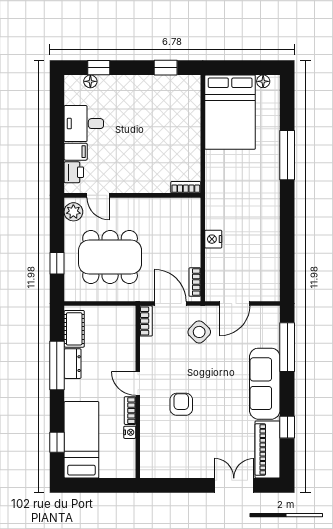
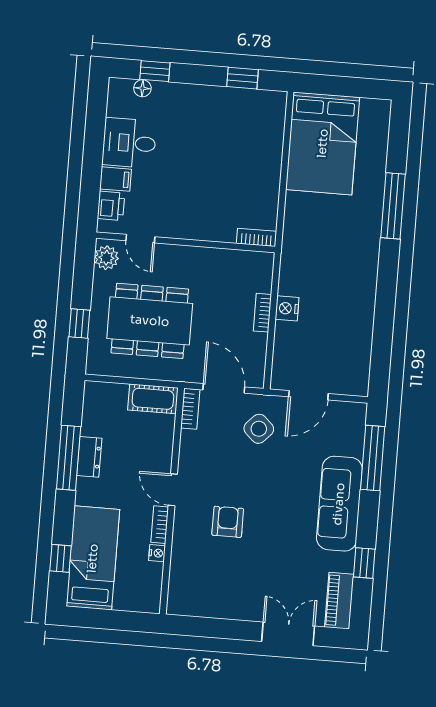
floor lamp: (263, 81) -> (369, 106), removed
bookcase: (195, 282) -> (262, 313), moved
cot: (74, 329) -> (153, 399), moved, turned 90
piano: (267, 450) -> (339, 601), width x0.73, depth x0.75

